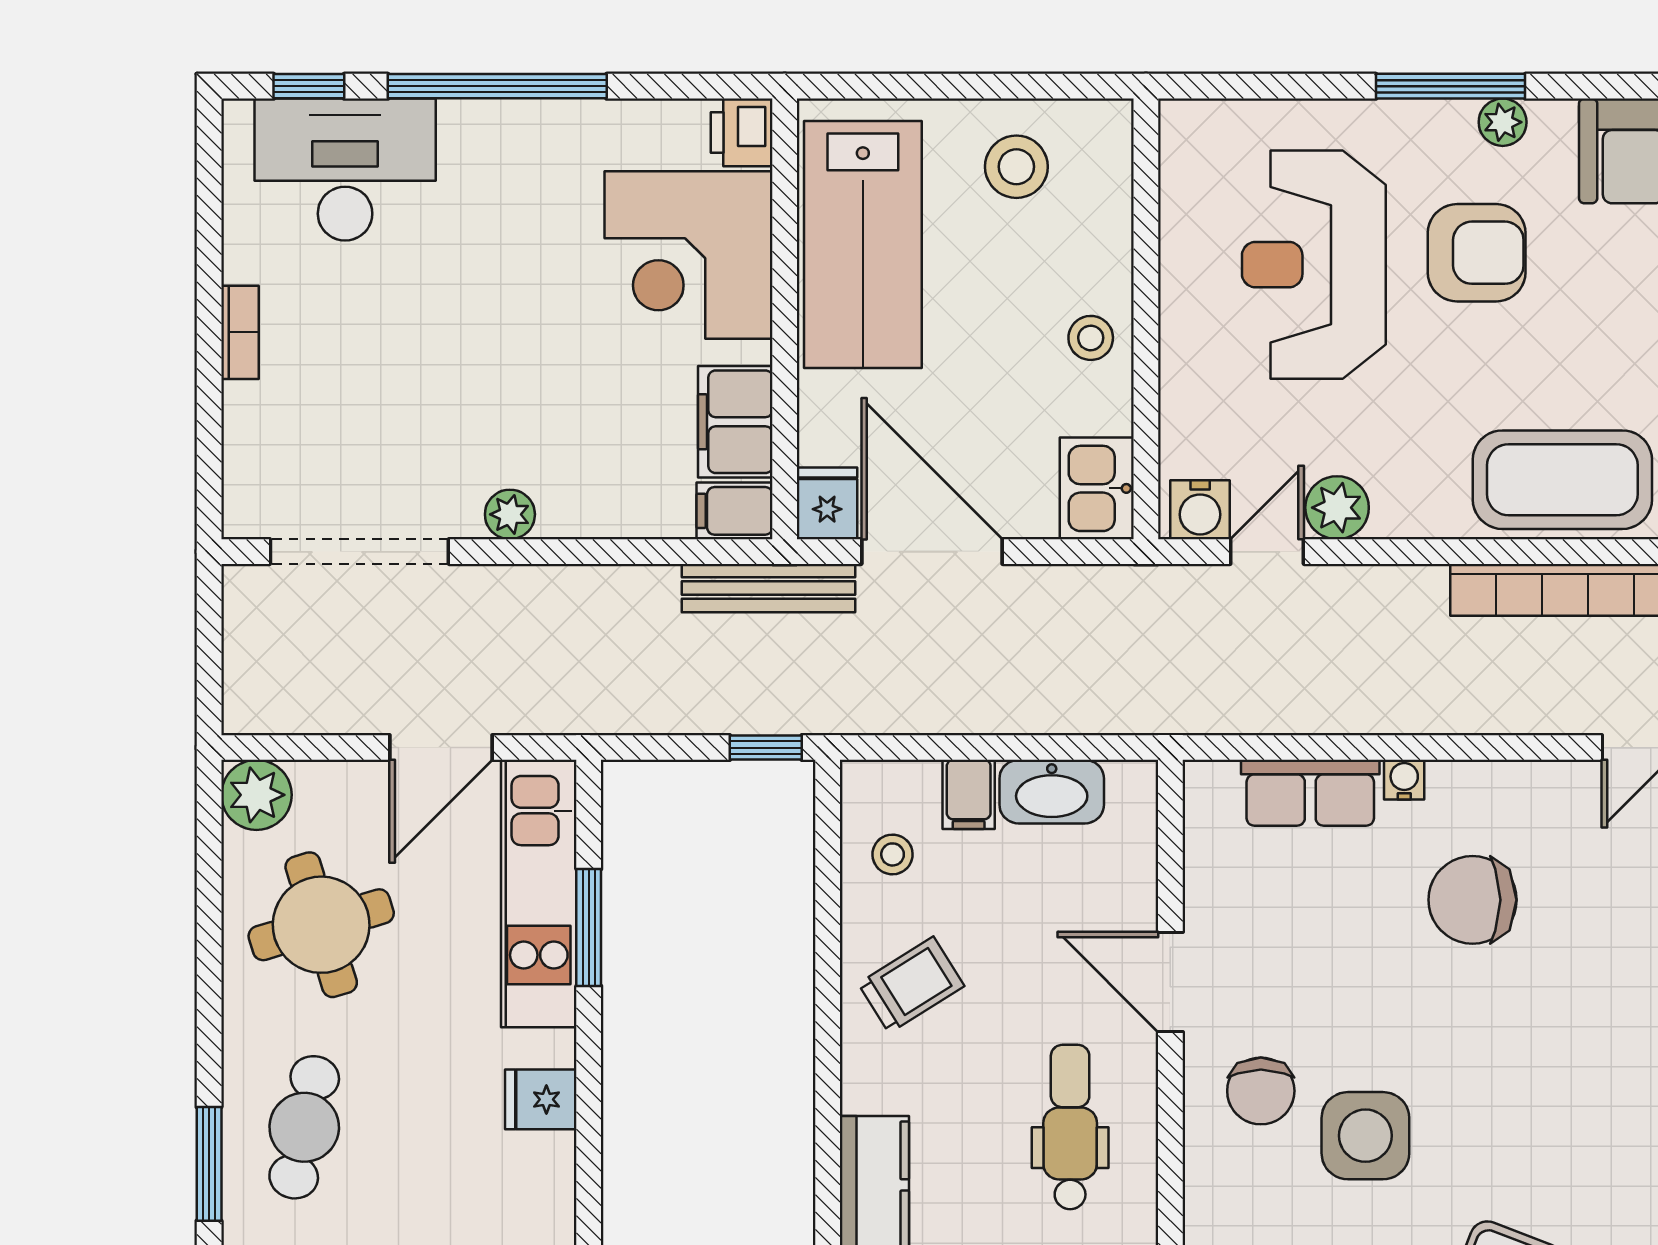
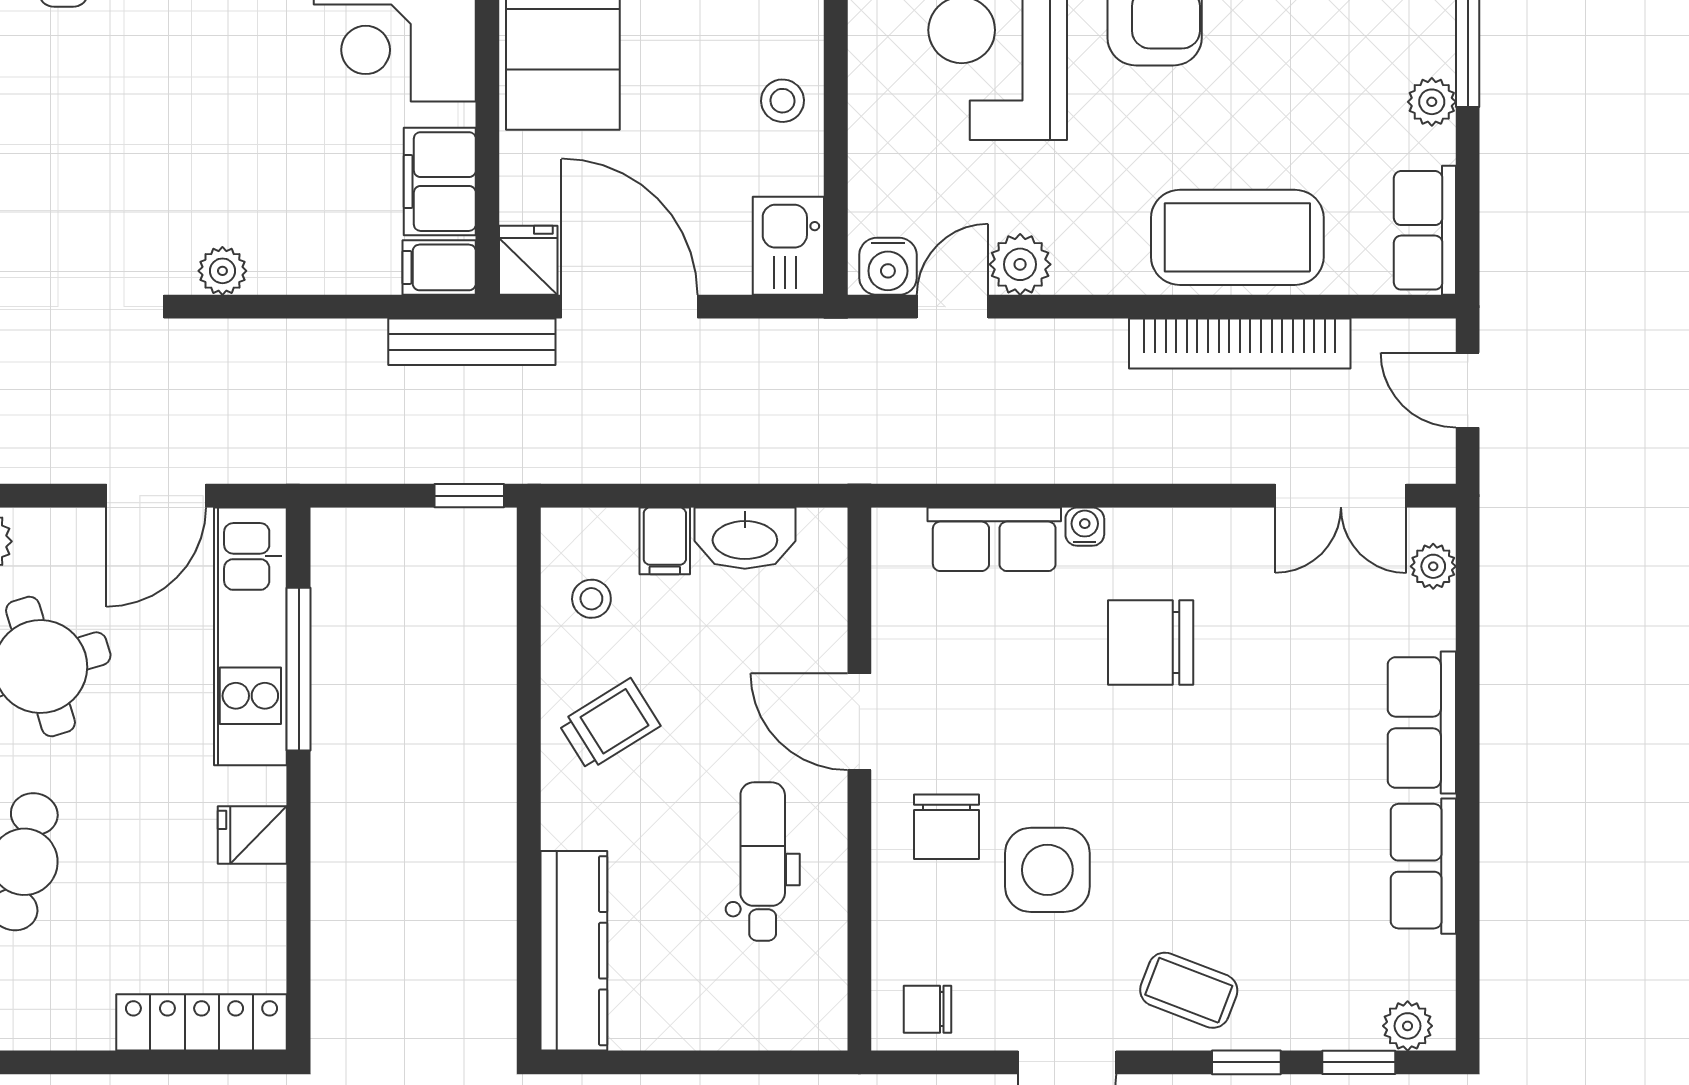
window: (589, 927) -> (299, 669), width x1.44

